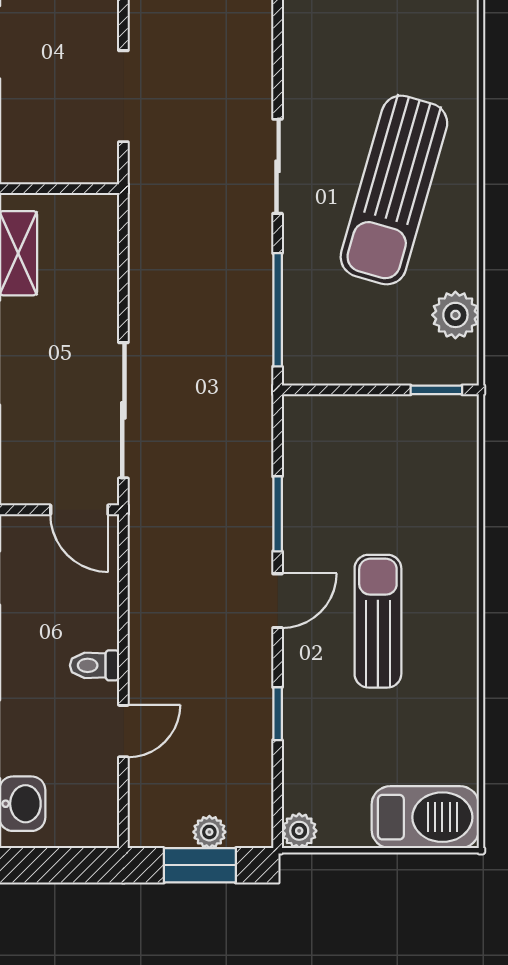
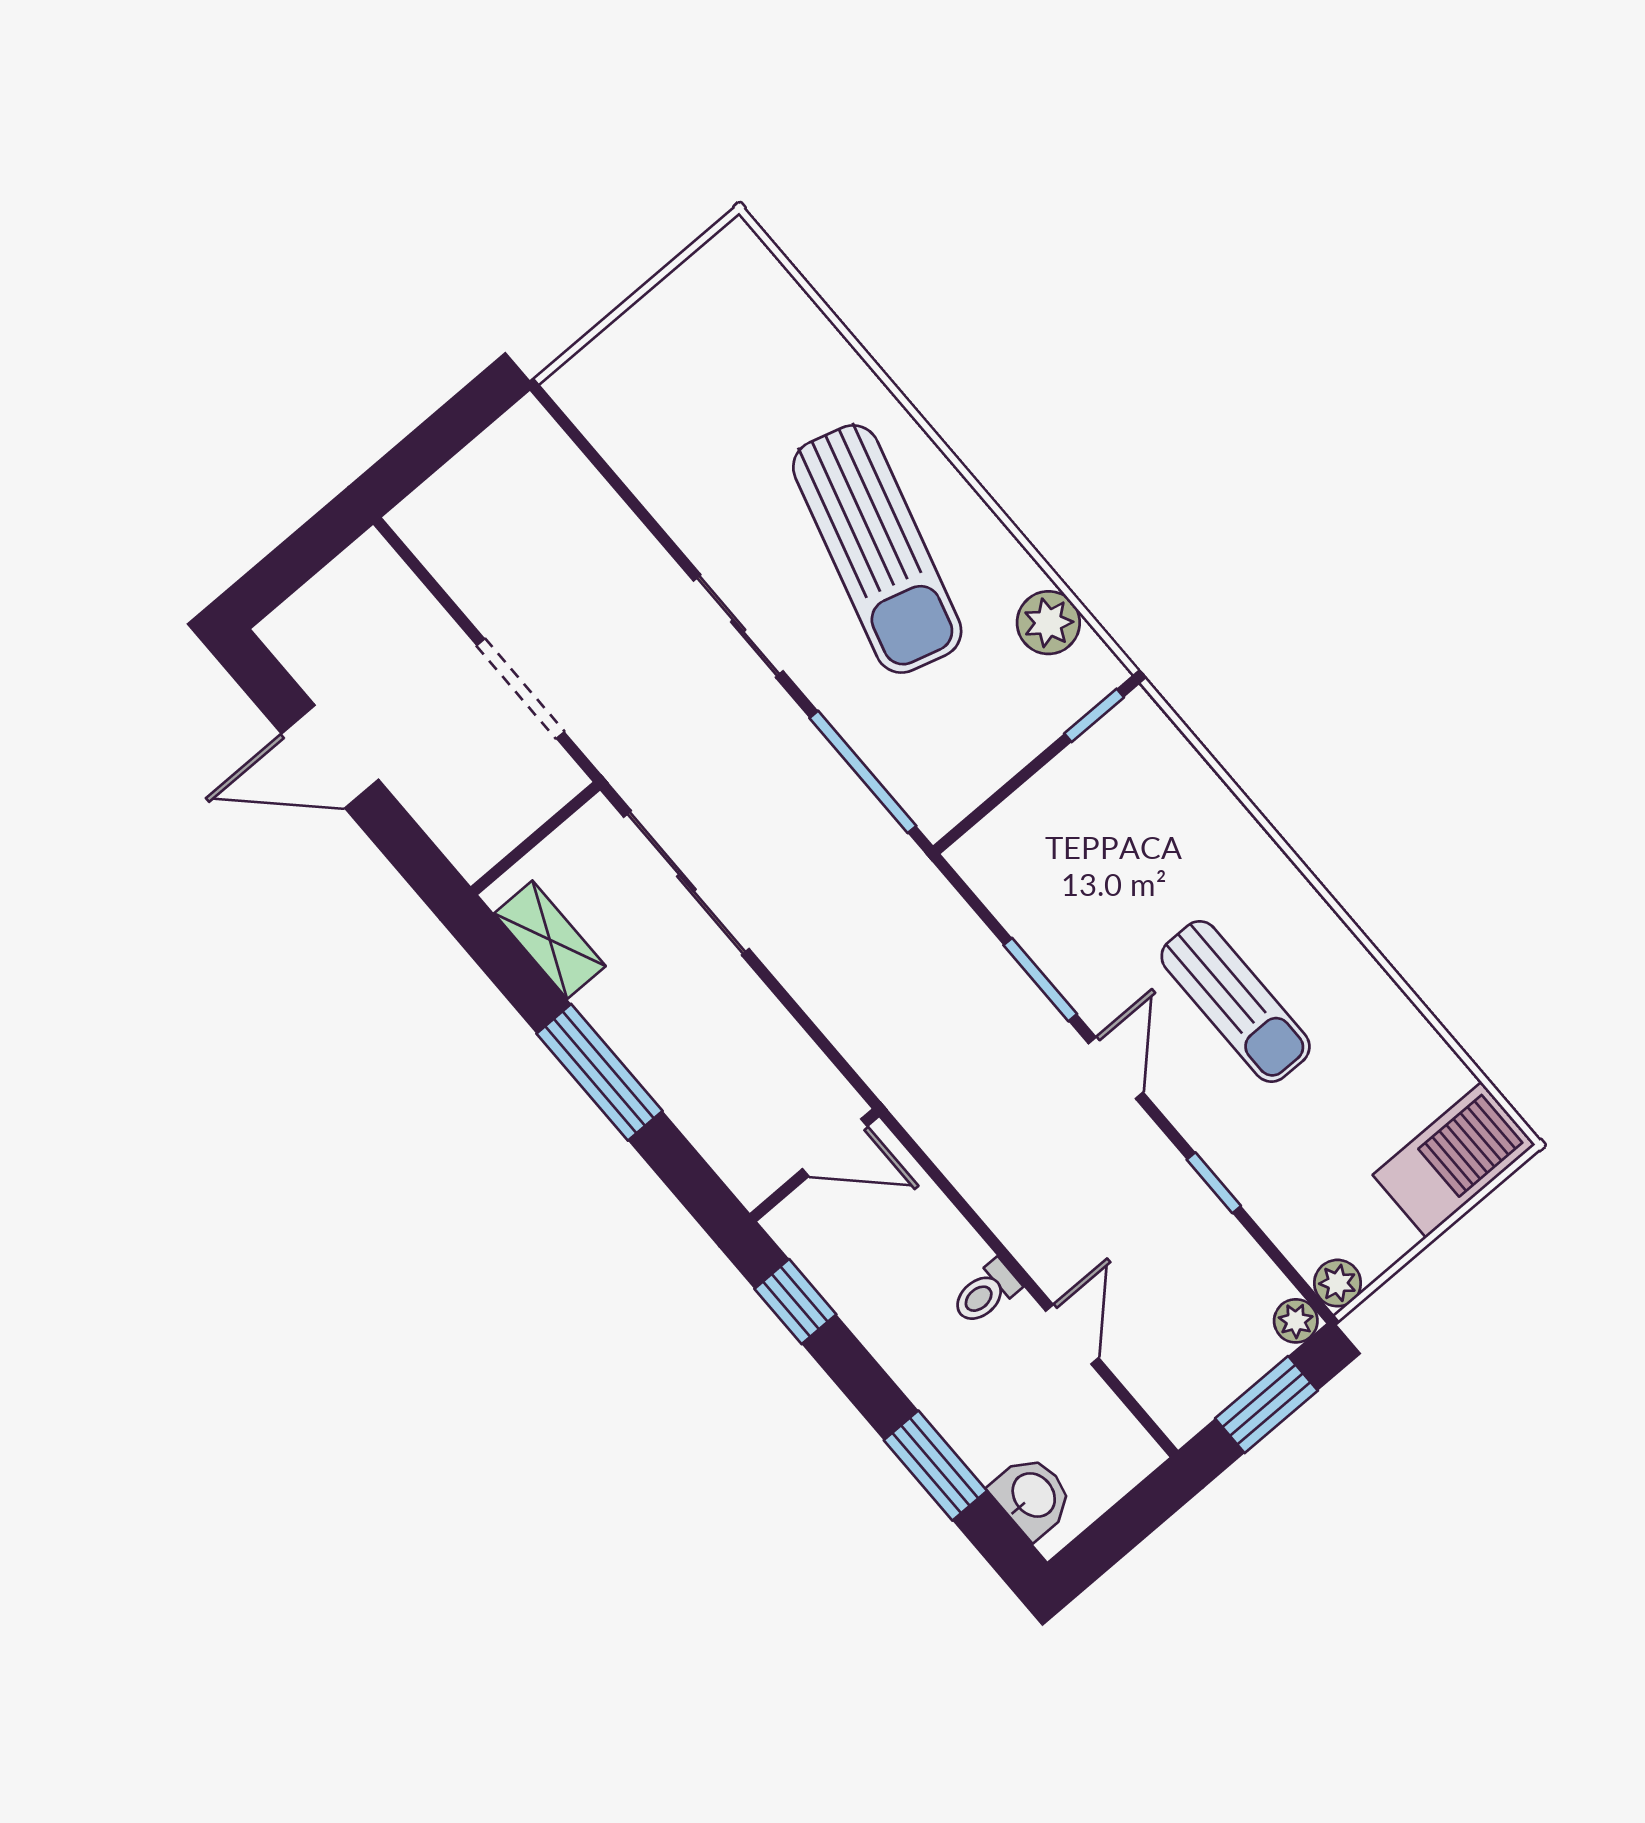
sliding door: (123, 410) -> (686, 883), moved
sun lounger: (378, 621) -> (1236, 1001), turned 180
plant: (209, 832) -> (1296, 1321), moved

